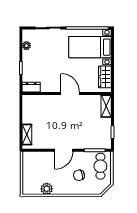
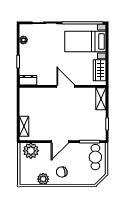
plant: (34, 160) -> (31, 151), added
chair: (79, 175) -> (62, 172), moved

